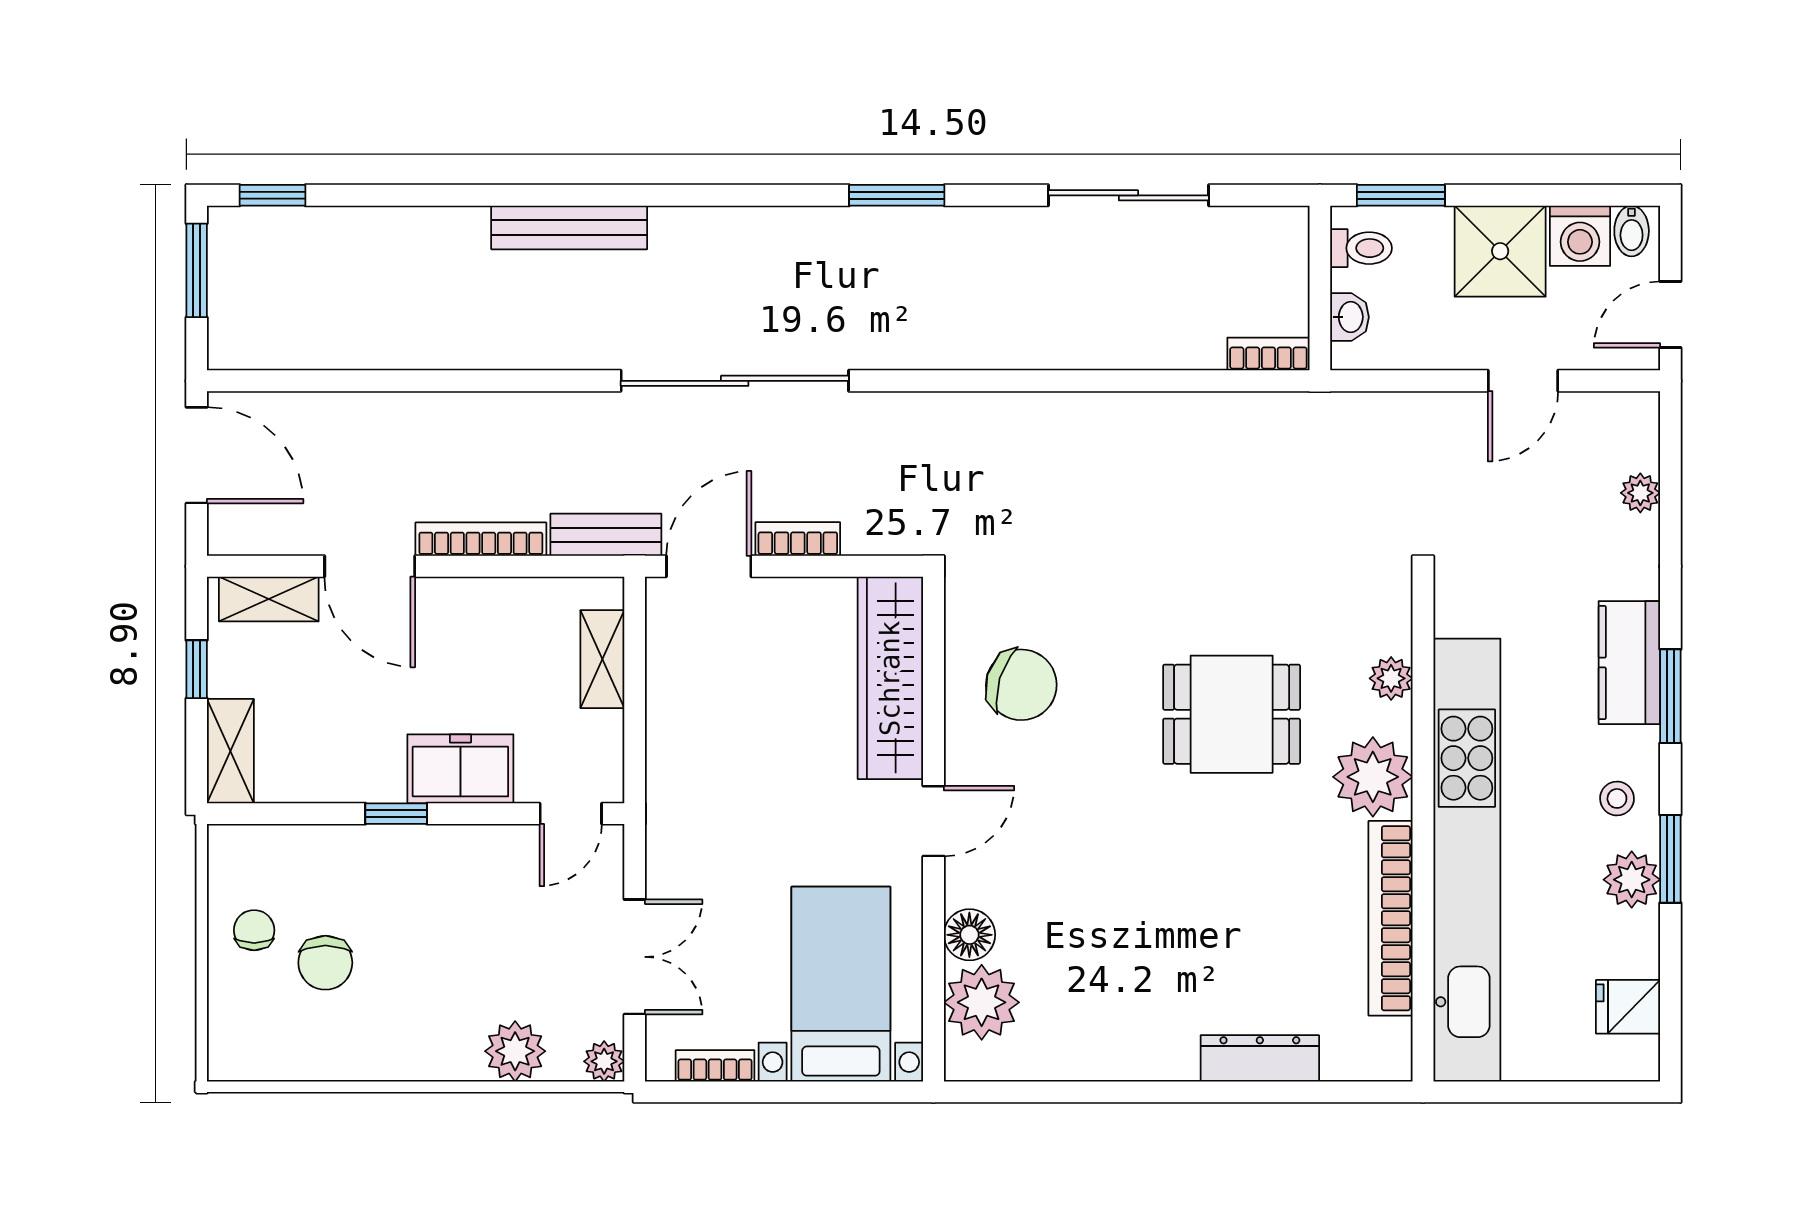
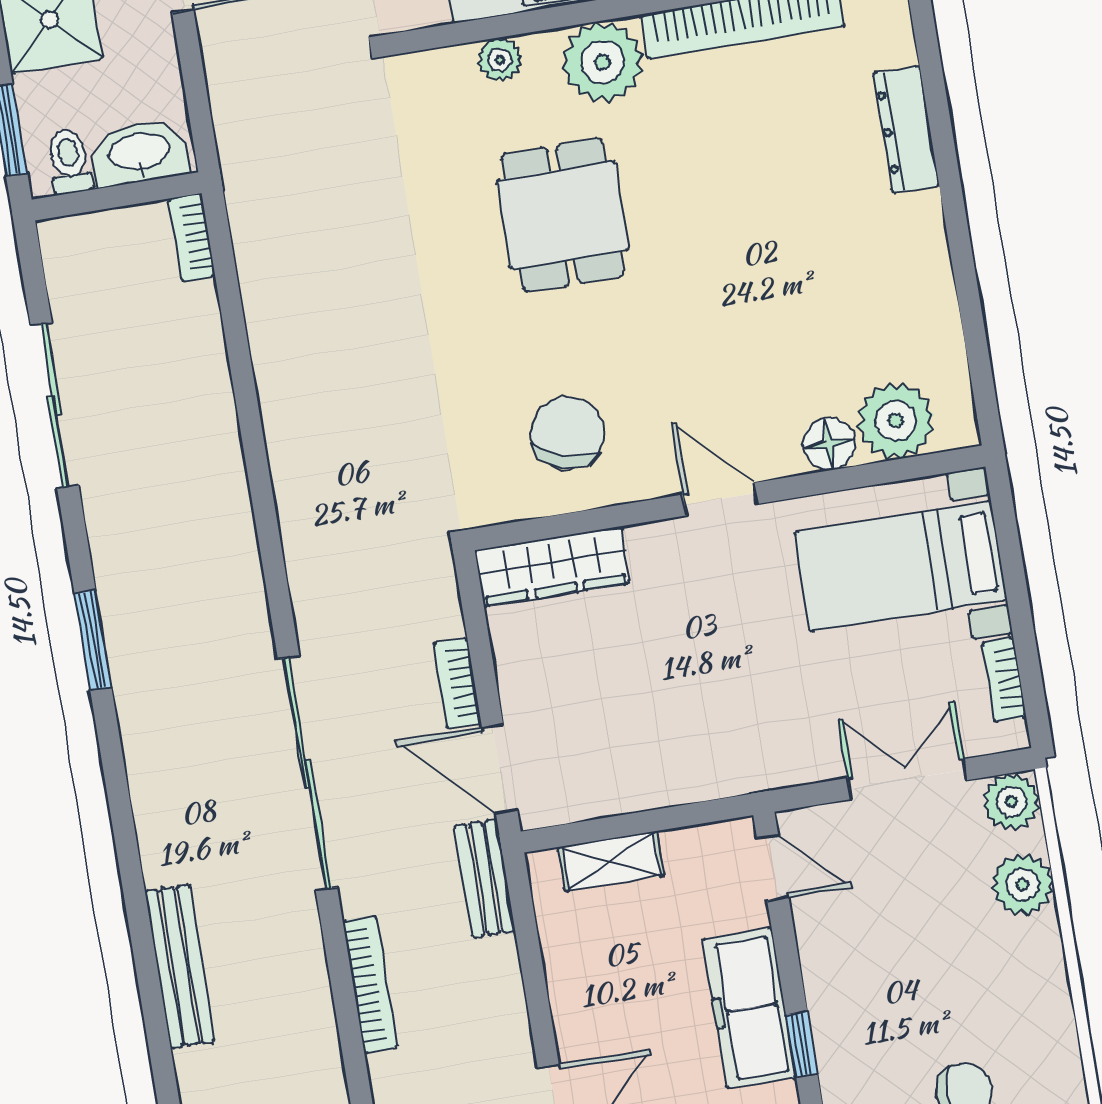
washbasin: (1350, 317) -> (140, 153), width x1.91, depth x1.45
bookcase: (481, 539) -> (370, 984), moved, turned 180
wardrobe: (890, 678) -> (552, 566), width x0.71, depth x0.85
freezer: (460, 769) -> (749, 1008), width x1.40
plant: (604, 1061) -> (1011, 802), width x1.38, depth x1.38

